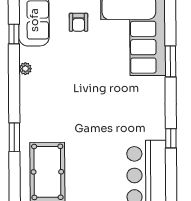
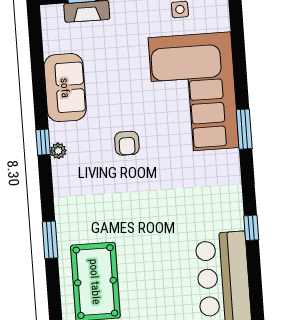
armchair: (78, 22) -> (127, 143), moved
window: (14, 34) -> (43, 142), moved

